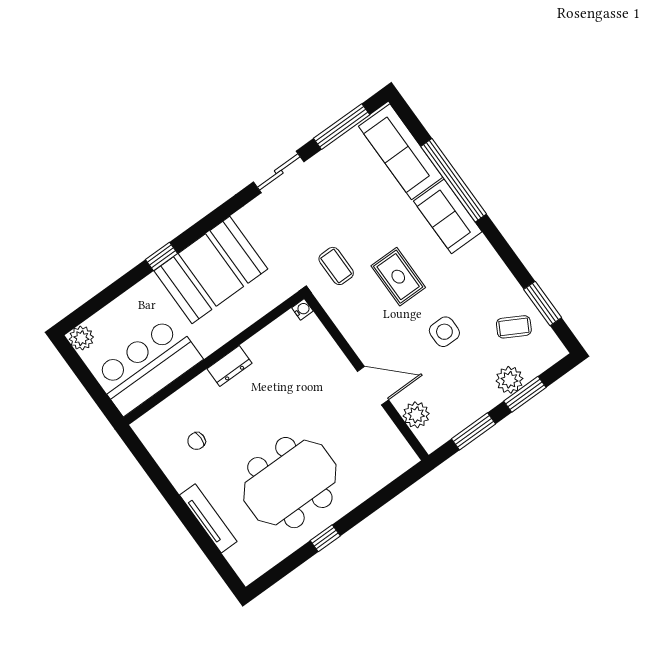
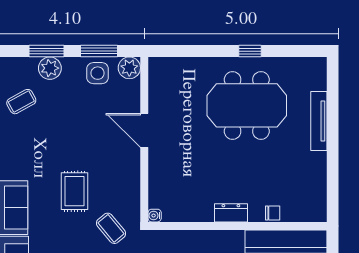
coffee table: (336, 266) -> (111, 228), turned -40
coffee table: (514, 327) -> (21, 102), turned -58
side table: (444, 332) -> (98, 73), moved
plant: (416, 415) -> (129, 68), moved
chair: (197, 441) -> (273, 213), moved

